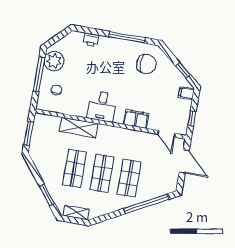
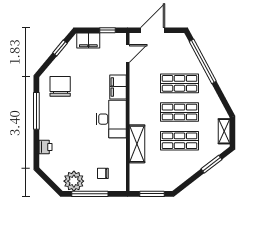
filing cabinet: (186, 93) -> (88, 40), width x2.00
desk: (102, 106) -> (111, 119), width x1.37

